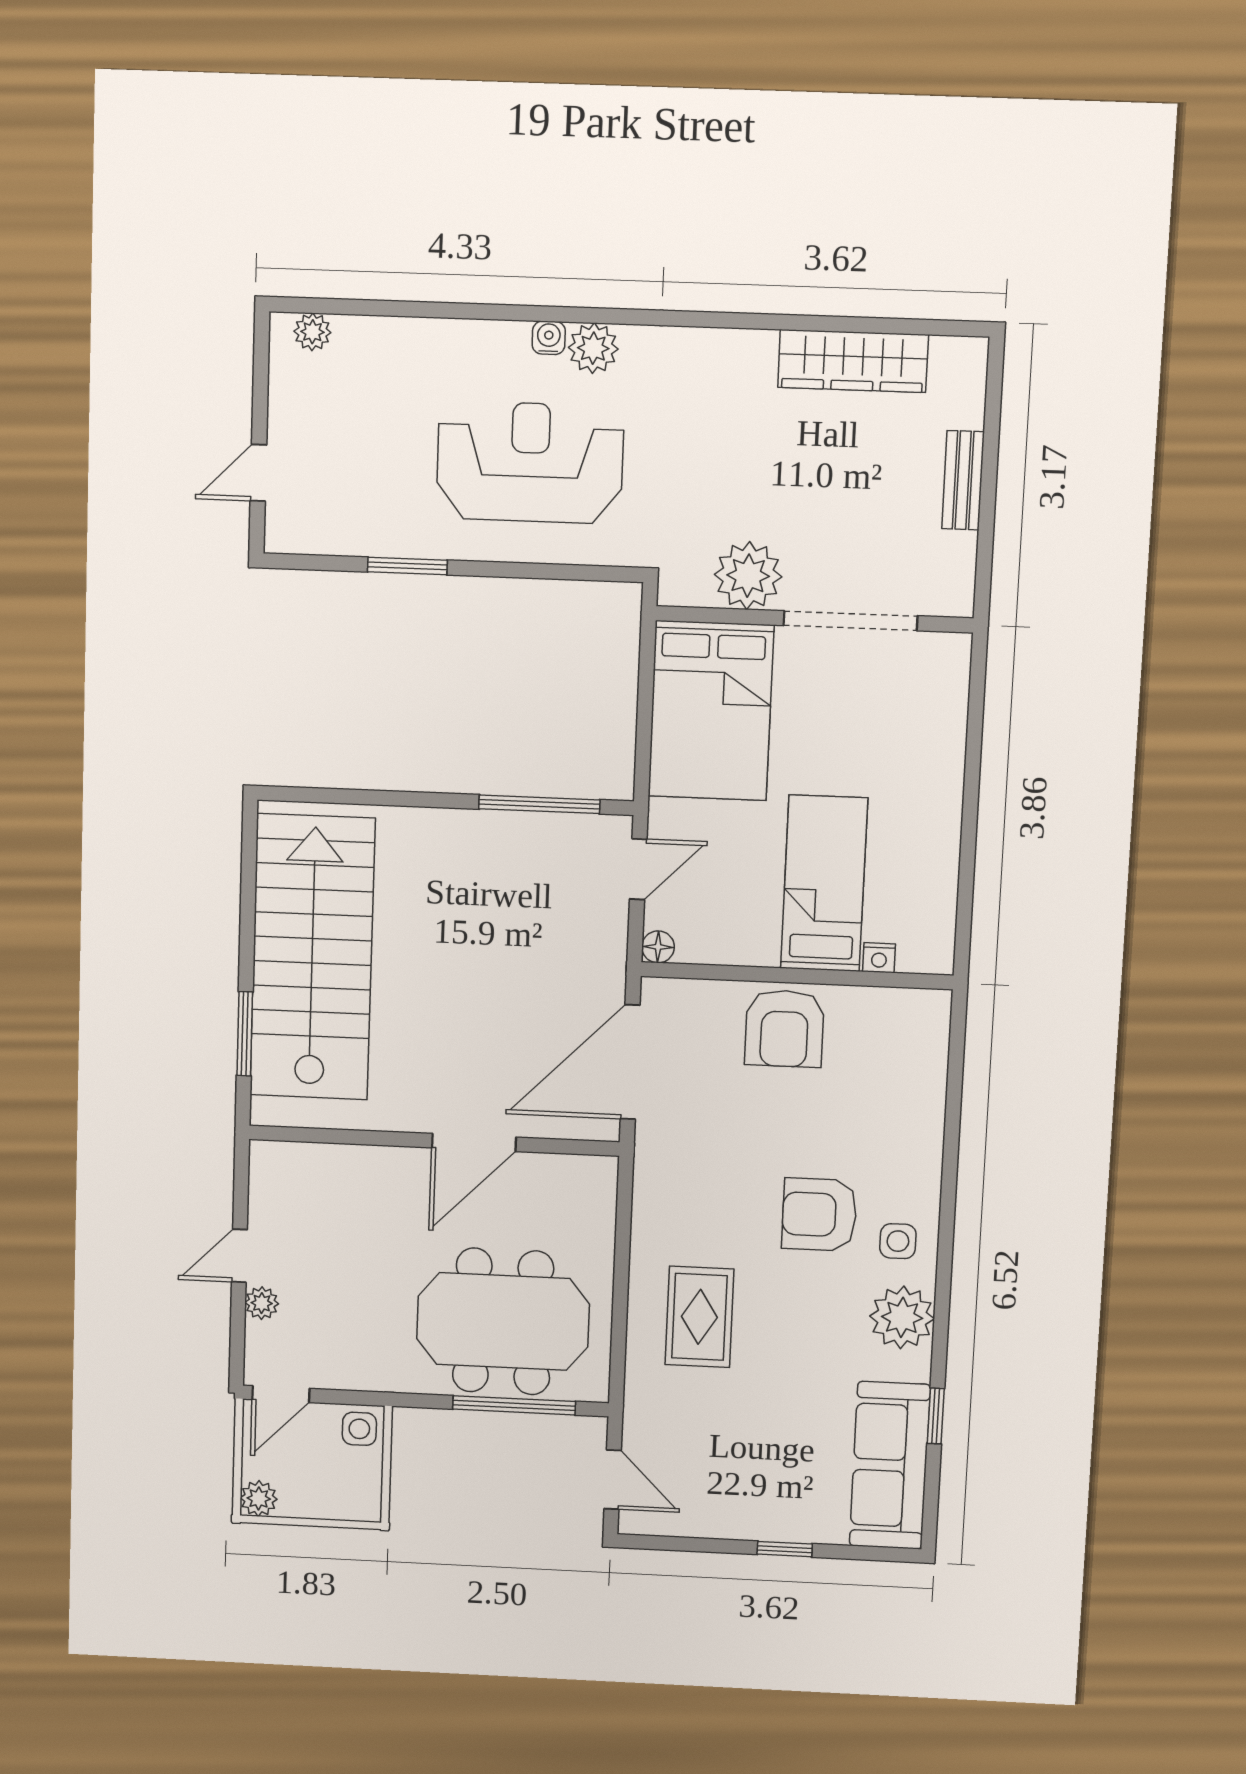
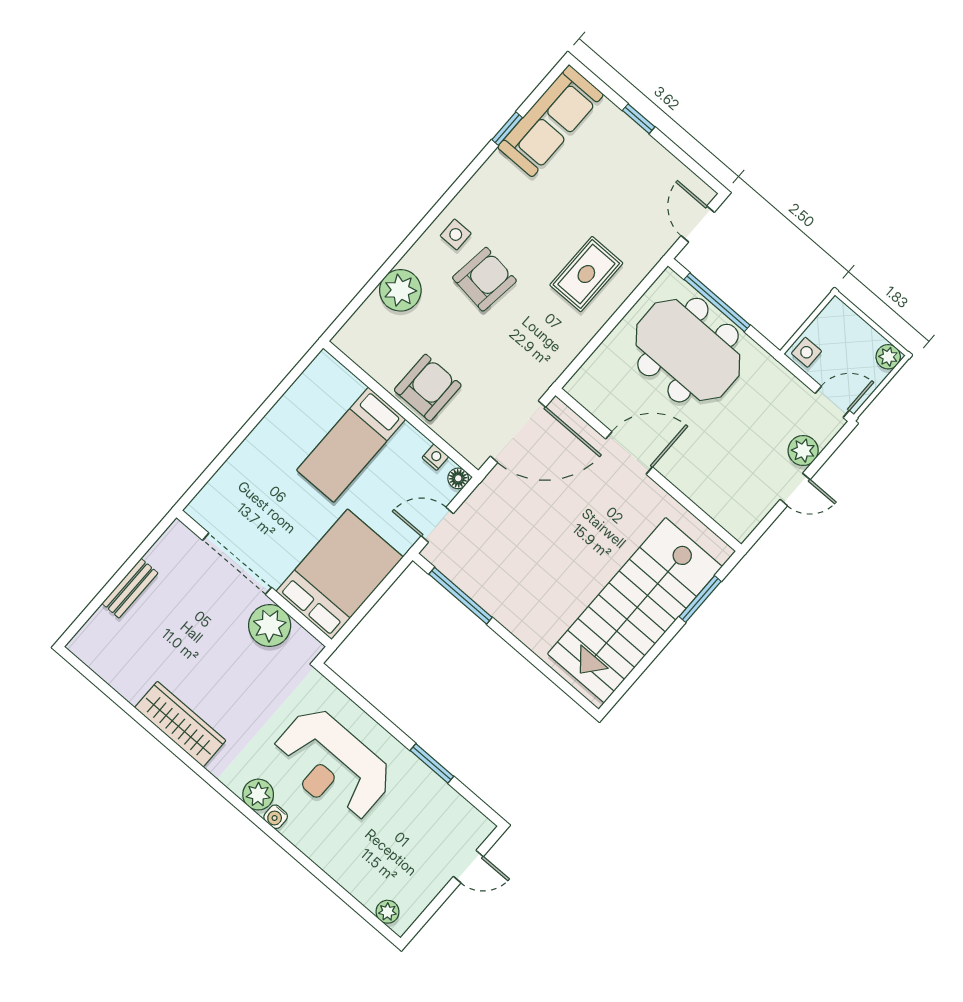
wardrobe: (853, 361) -> (180, 724), moved
nightstand: (879, 958) -> (435, 457), moved
armchair: (819, 1215) -> (484, 279), turned -83
plant: (262, 1303) -> (803, 451), width x1.38, depth x1.38
plant: (902, 1317) -> (400, 290), moved

